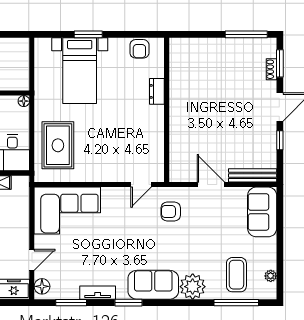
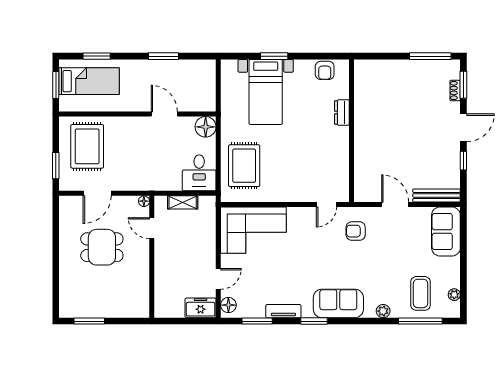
floor lamp: (24, 101) -> (206, 127), width x1.89, depth x1.89
plant: (193, 287) -> (383, 311), width x0.53, depth x0.53

